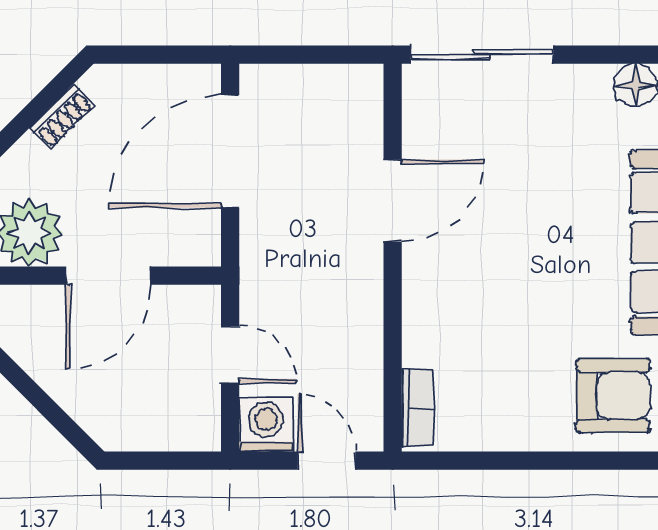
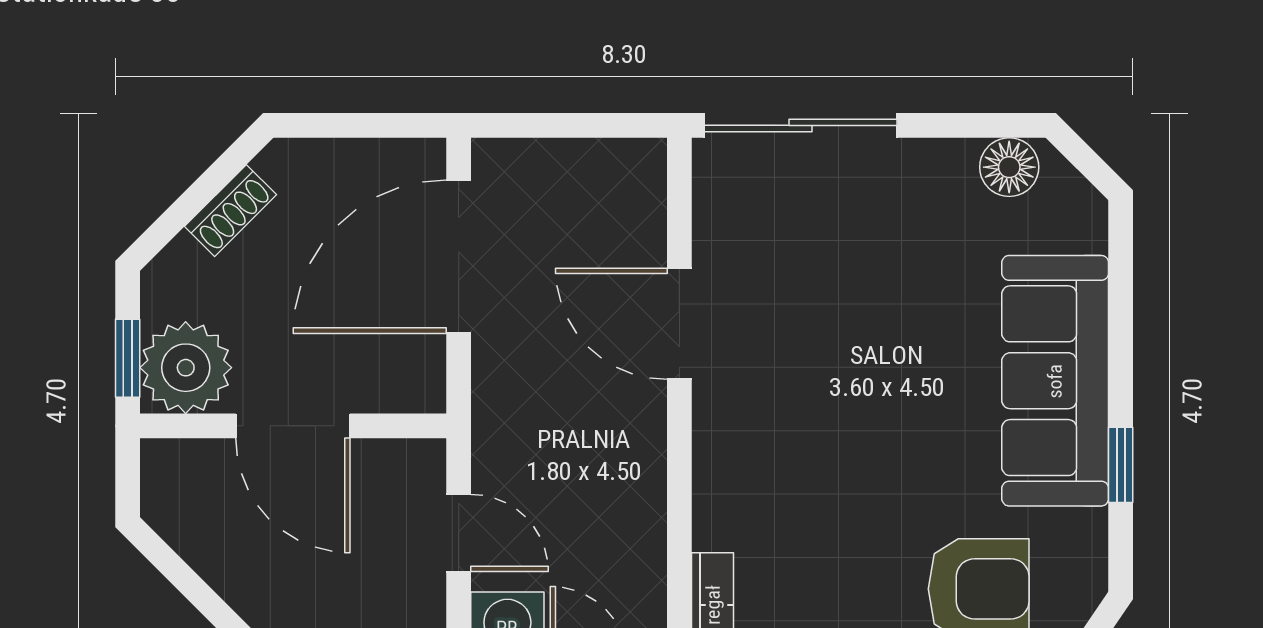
door: (393, 201) -> (679, 324), swing flipped
door: (108, 276) -> (293, 426), hinge flipped

